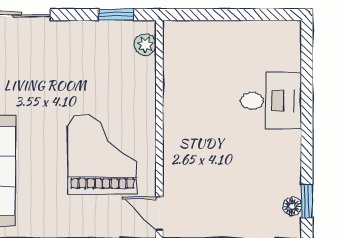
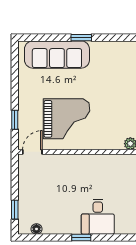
window: (307, 201) -> (81, 237), moved

